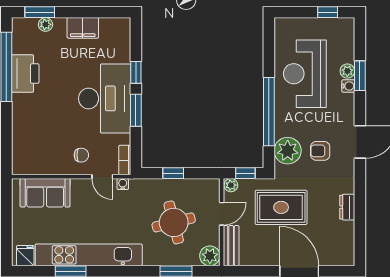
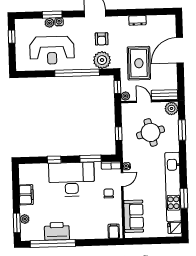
window: (136, 110) -> (91, 159), moved
filing cabinet: (23, 161) -> (114, 231), added

